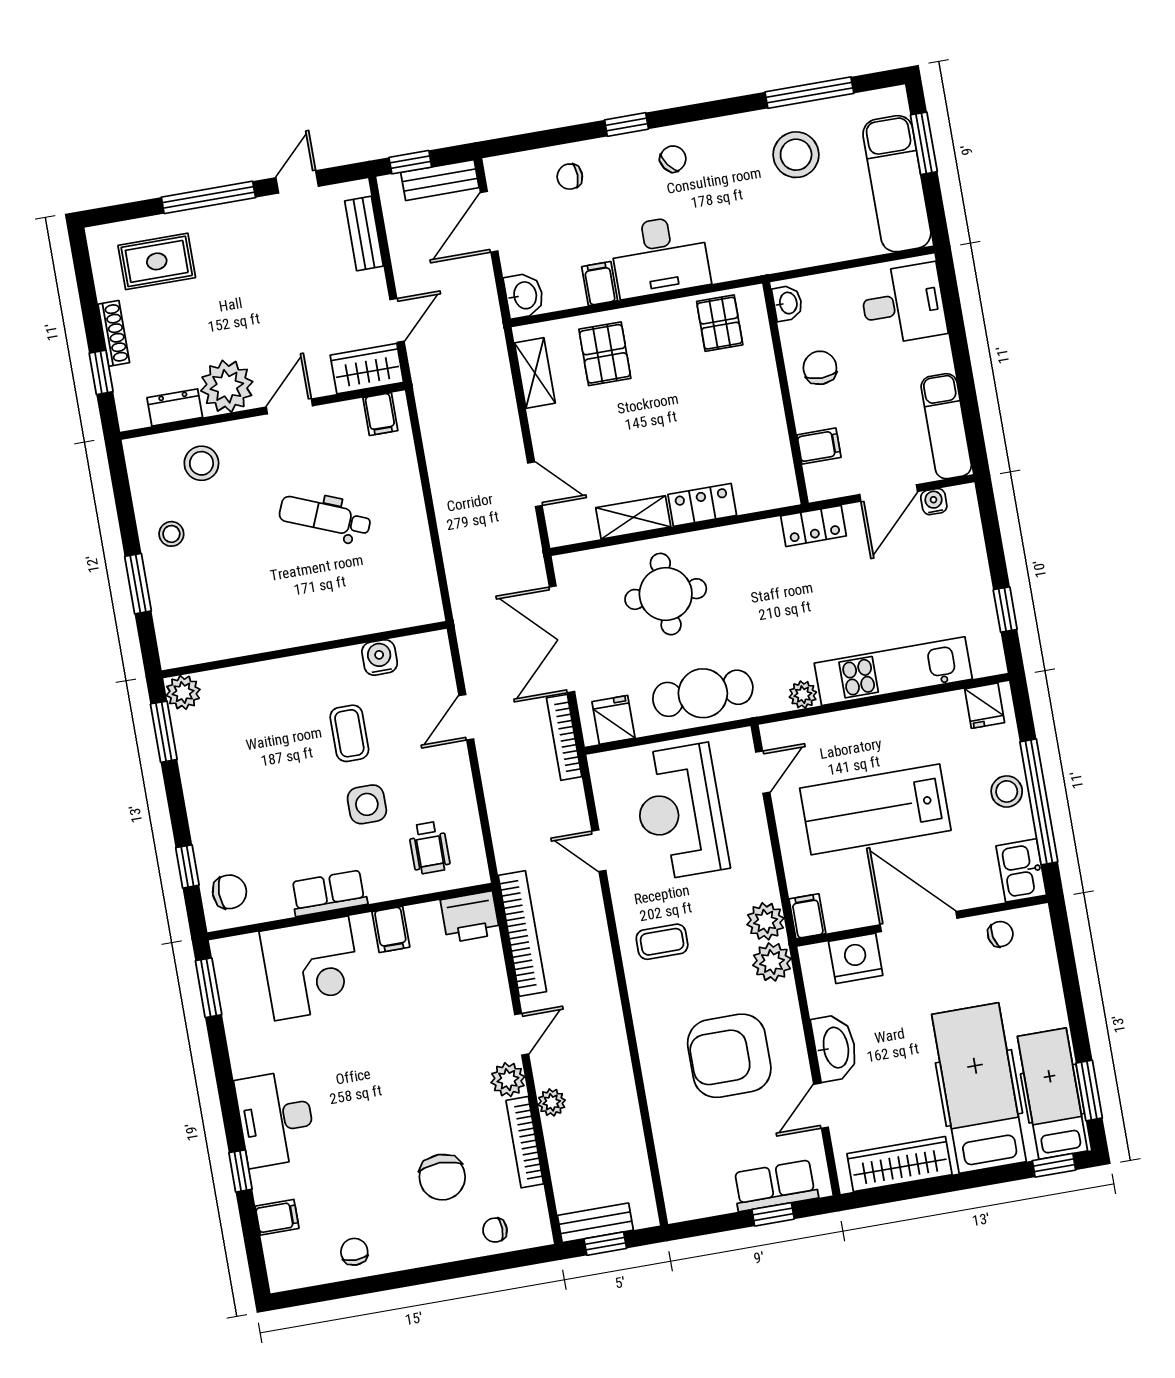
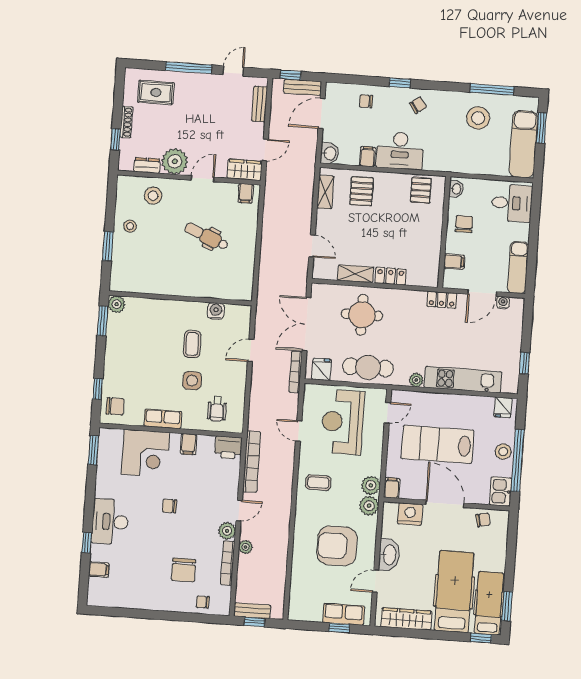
chair: (354, 1252) -> (170, 506), moved, turned -90

